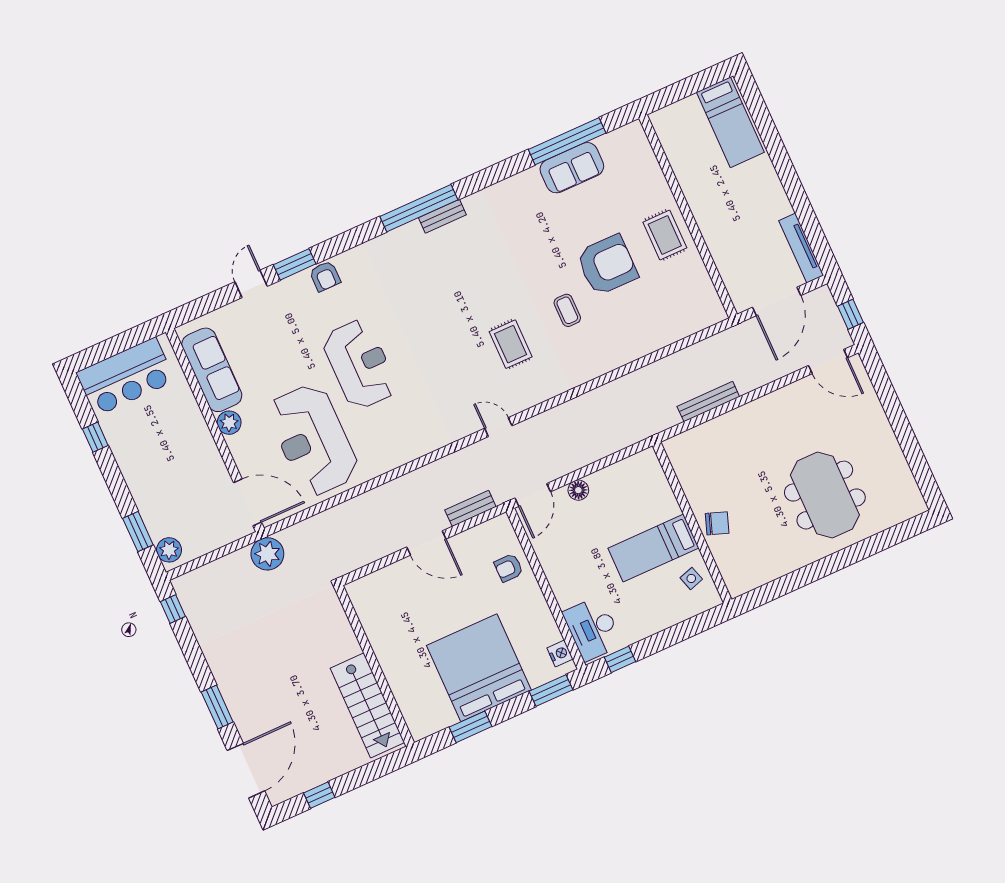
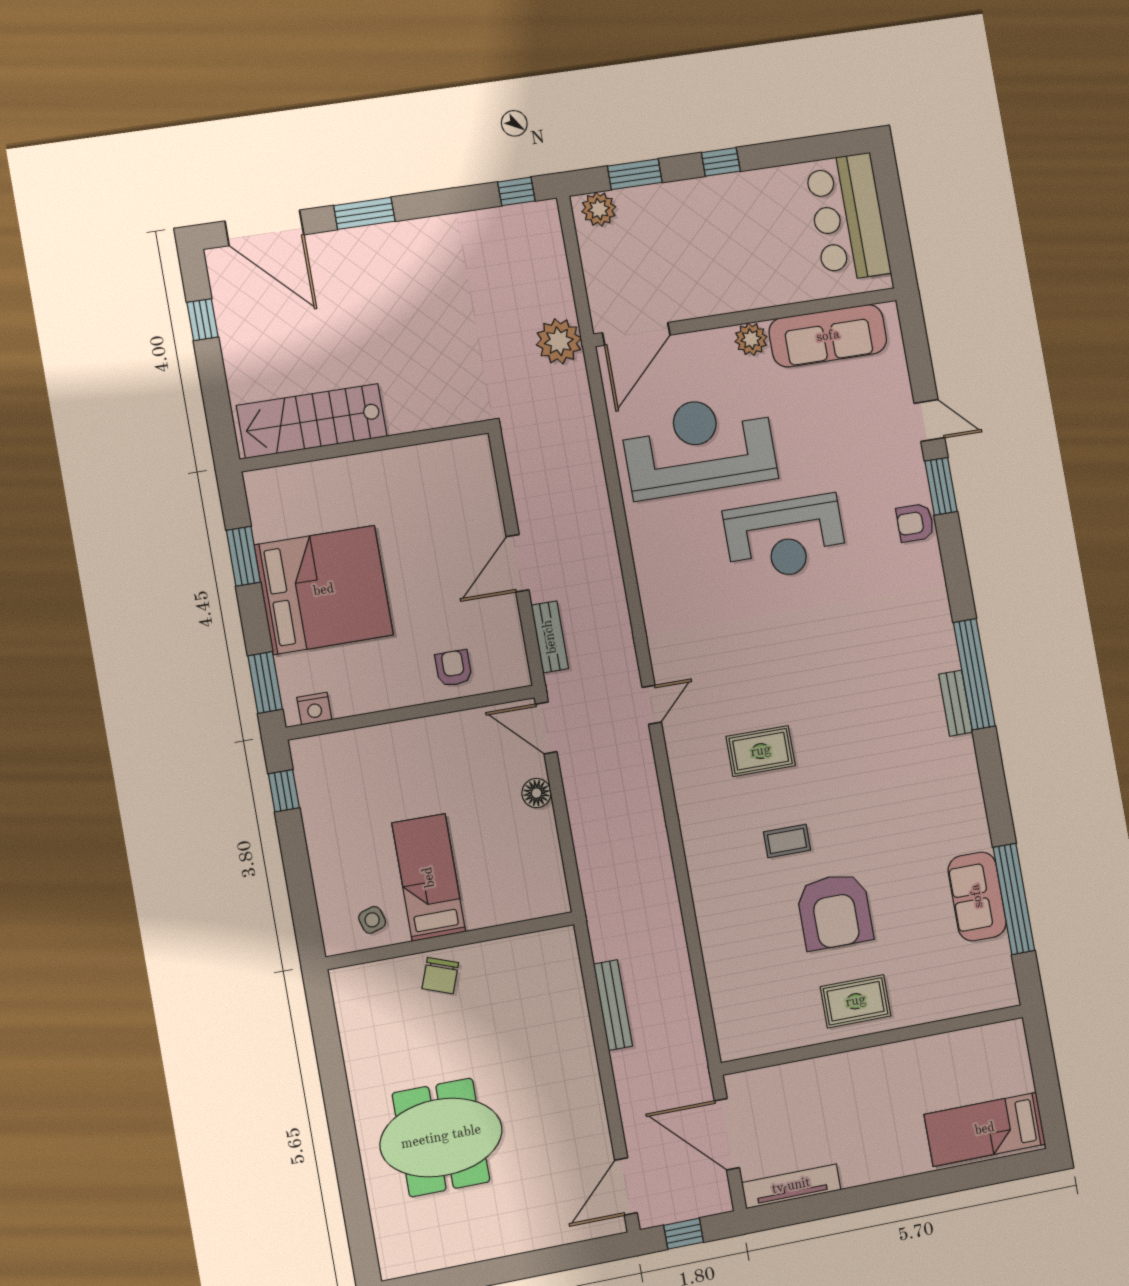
window: (95, 437) -> (721, 162), moved
desk: (593, 629) -> (338, 763), removed

